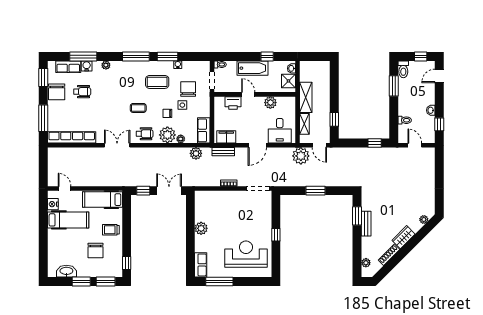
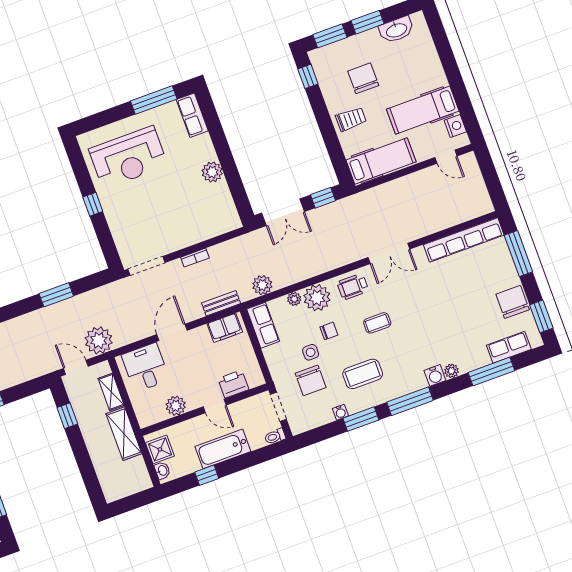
water cooler: (87, 66) -> (435, 375), moved
wheelchair: (82, 92) -> (473, 317), removed

